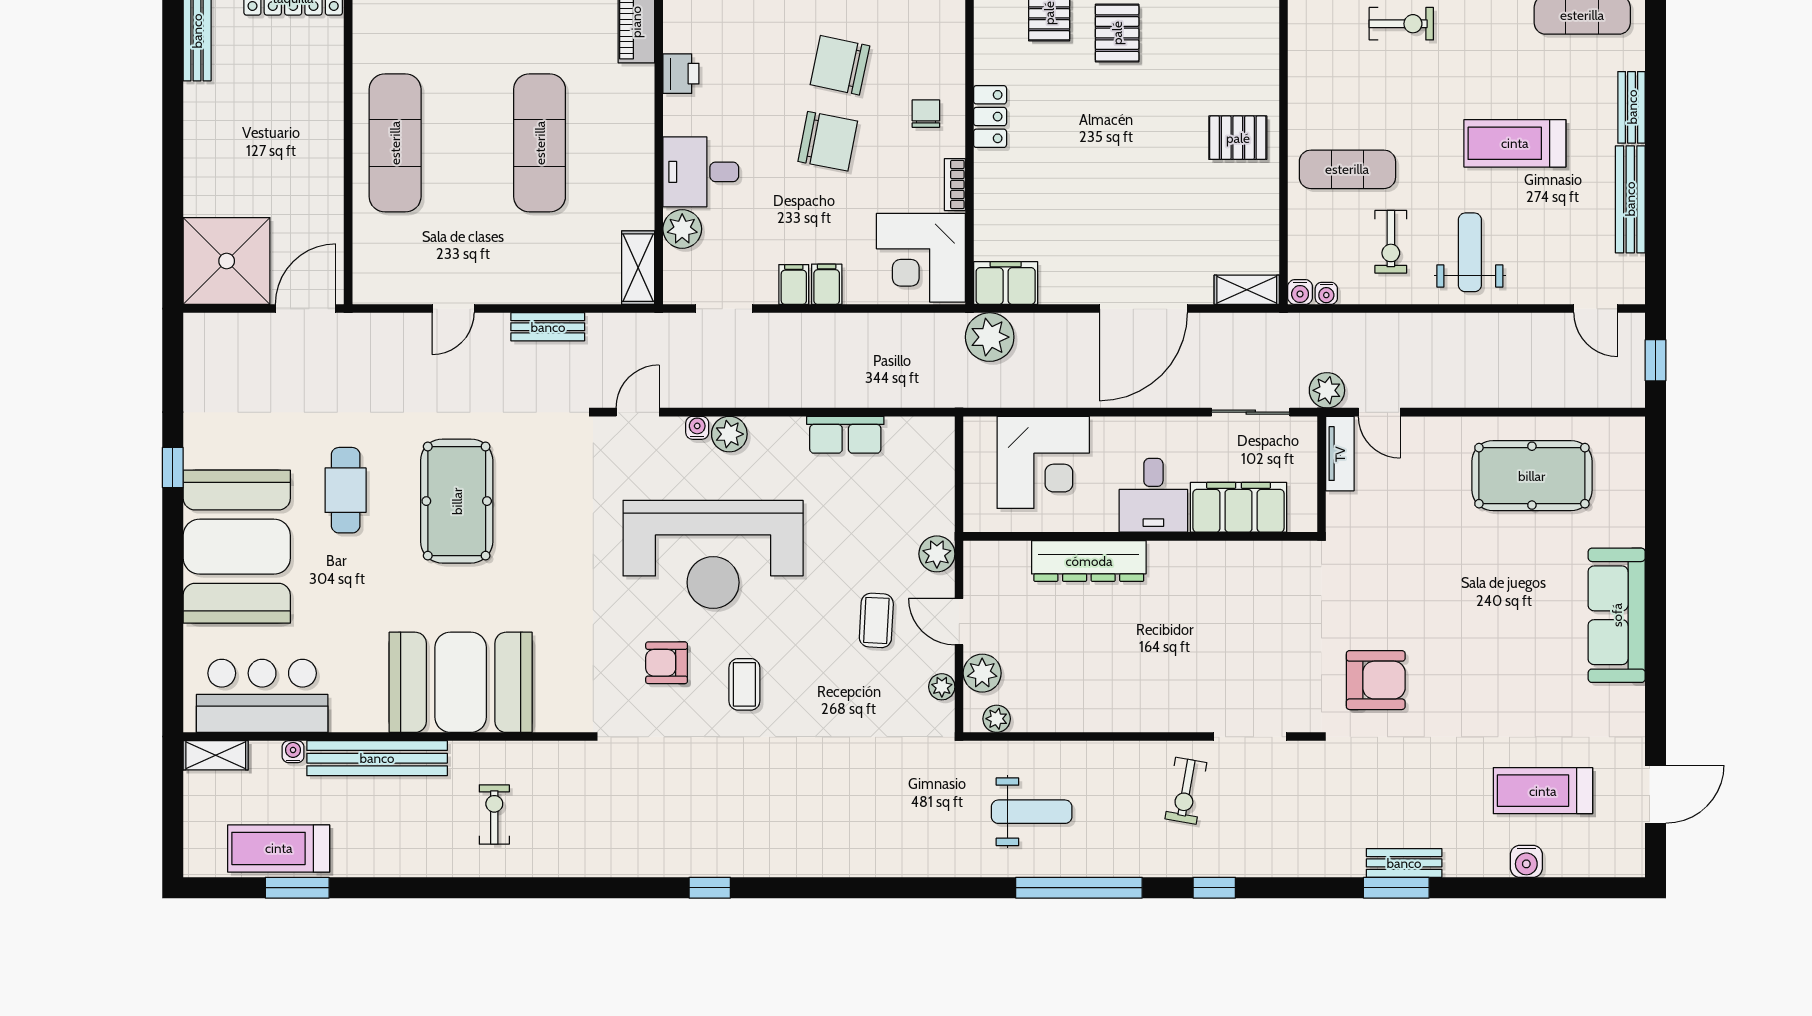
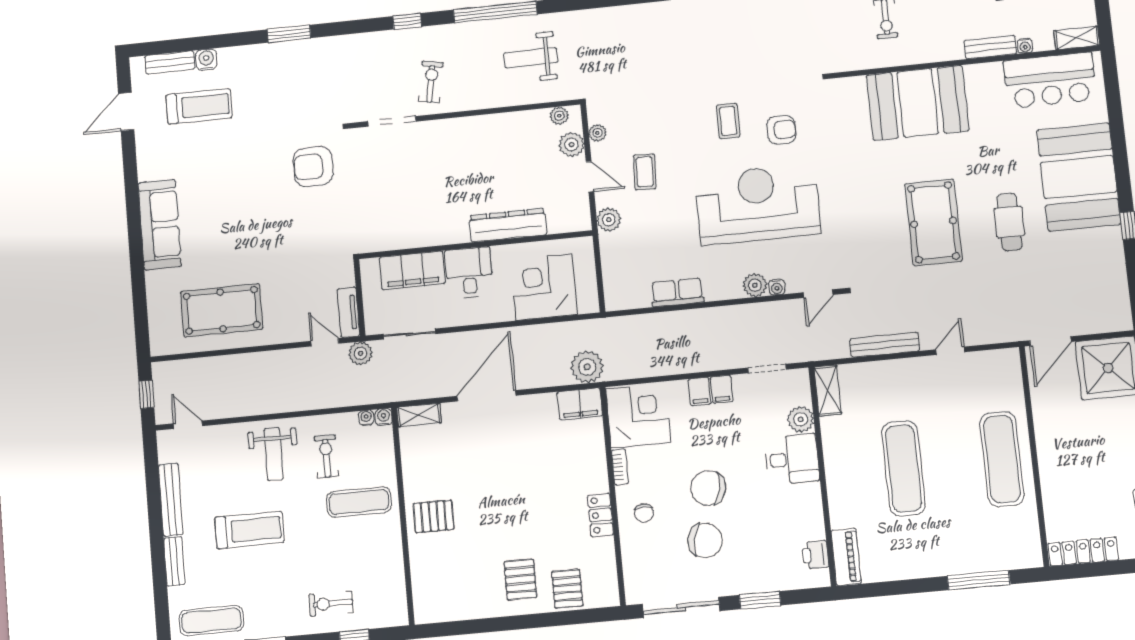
printer: (681, 74) -> (815, 555), moved
bench: (548, 327) -> (885, 345), width x1.36
bench: (377, 758) -> (990, 47), width x0.54, depth x0.82
bench: (1404, 863) -> (170, 62), moved

